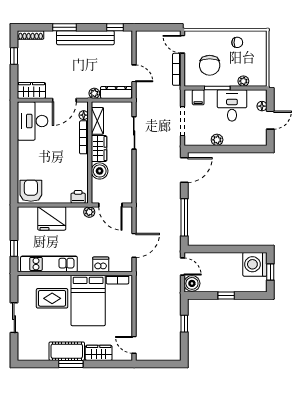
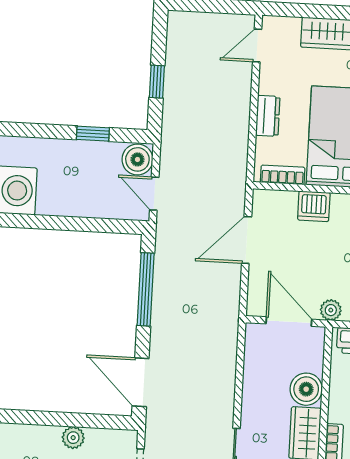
door: (184, 170) -> (141, 382), hinge flipped
window: (226, 295) -> (93, 134), moved
dresser: (127, 309) -> (268, 116), added
door: (134, 345) -> (257, 45), swing flipped

